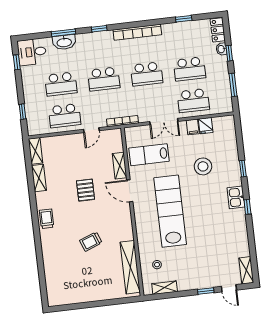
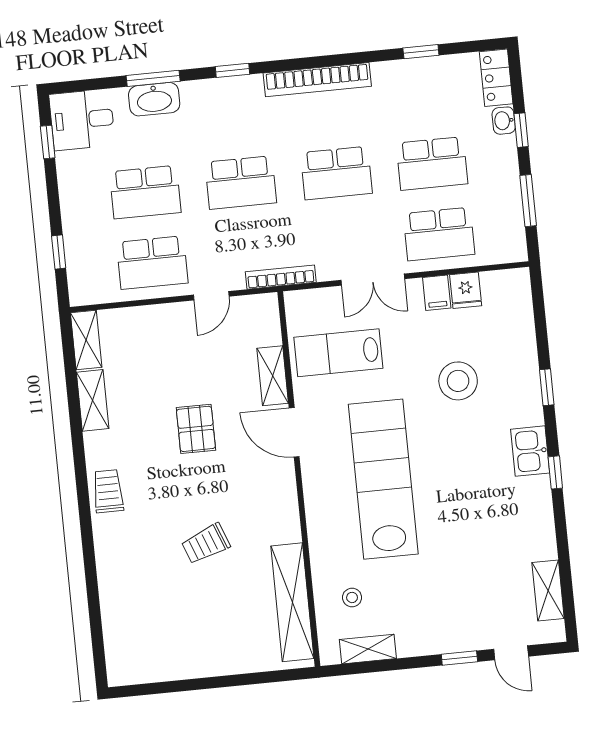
shelving: (246, 270) -> (548, 591), moved

